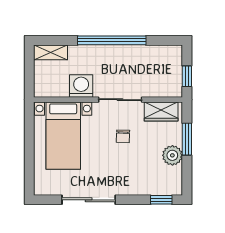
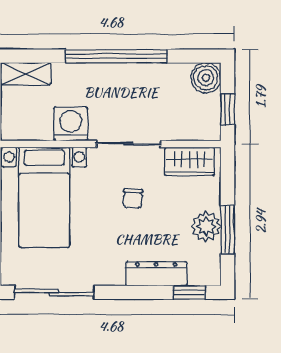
boiler: (172, 55) -> (206, 78), added
window: (187, 139) -> (228, 230), moved
dresser: (139, 187) -> (156, 274), added
sliding door: (89, 200) -> (54, 292), moved

